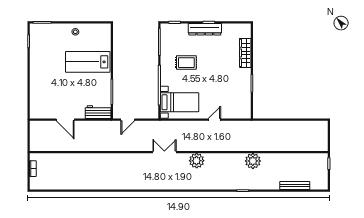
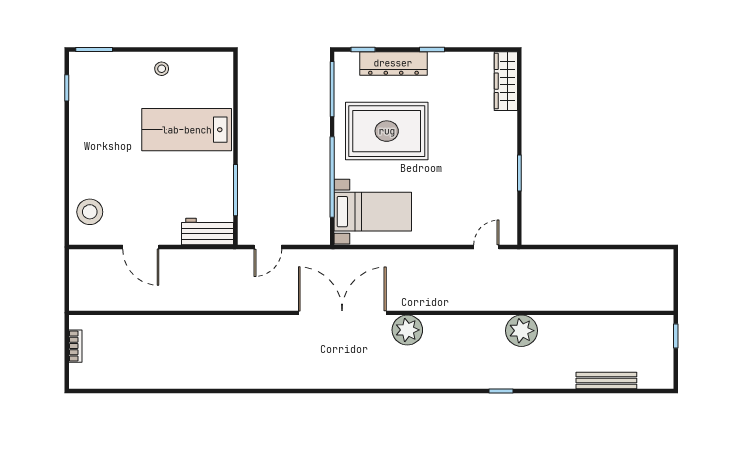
dresser: (205, 29) -> (393, 63), moved
wardrobe: (245, 53) -> (506, 81), moved
rug: (186, 63) -> (387, 131), width x1.86, depth x2.06
stool: (40, 102) -> (90, 212), added
door: (214, 120) -> (486, 247), moved
double door: (164, 152) -> (342, 313), width x1.87

